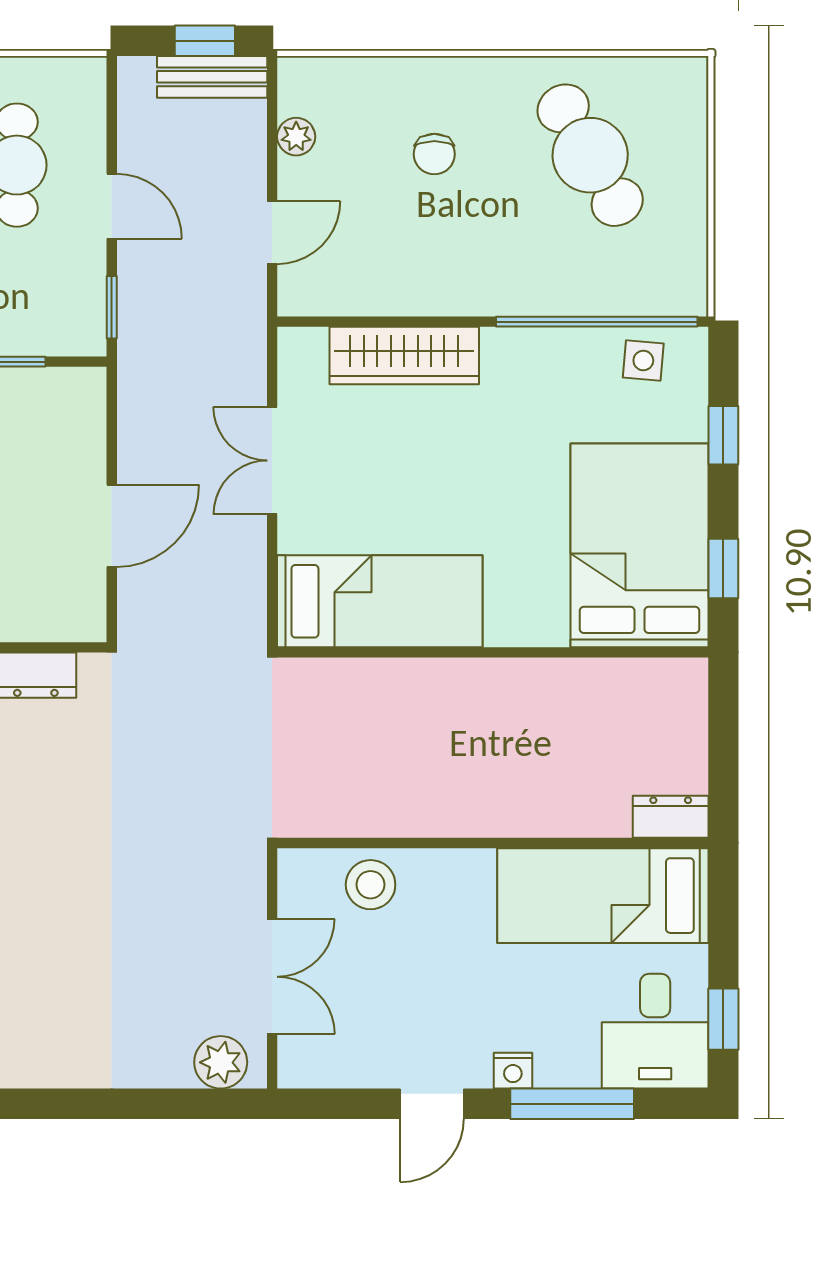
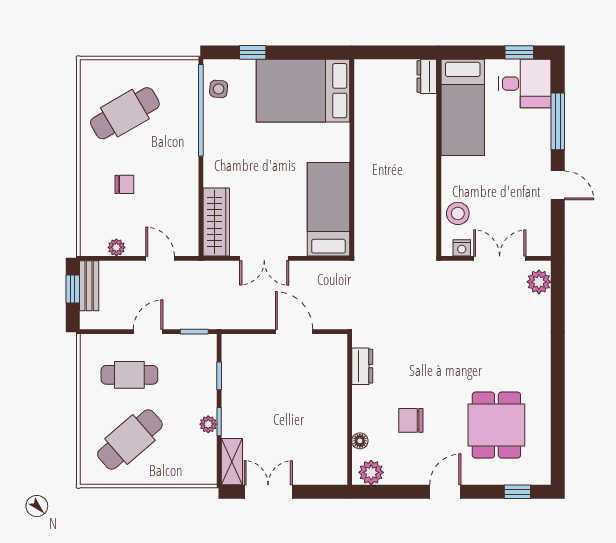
wardrobe: (404, 355) -> (216, 222), moved
window: (723, 569) -> (314, 52), removed
nightstand: (513, 1071) -> (462, 248), moved, turned 90

